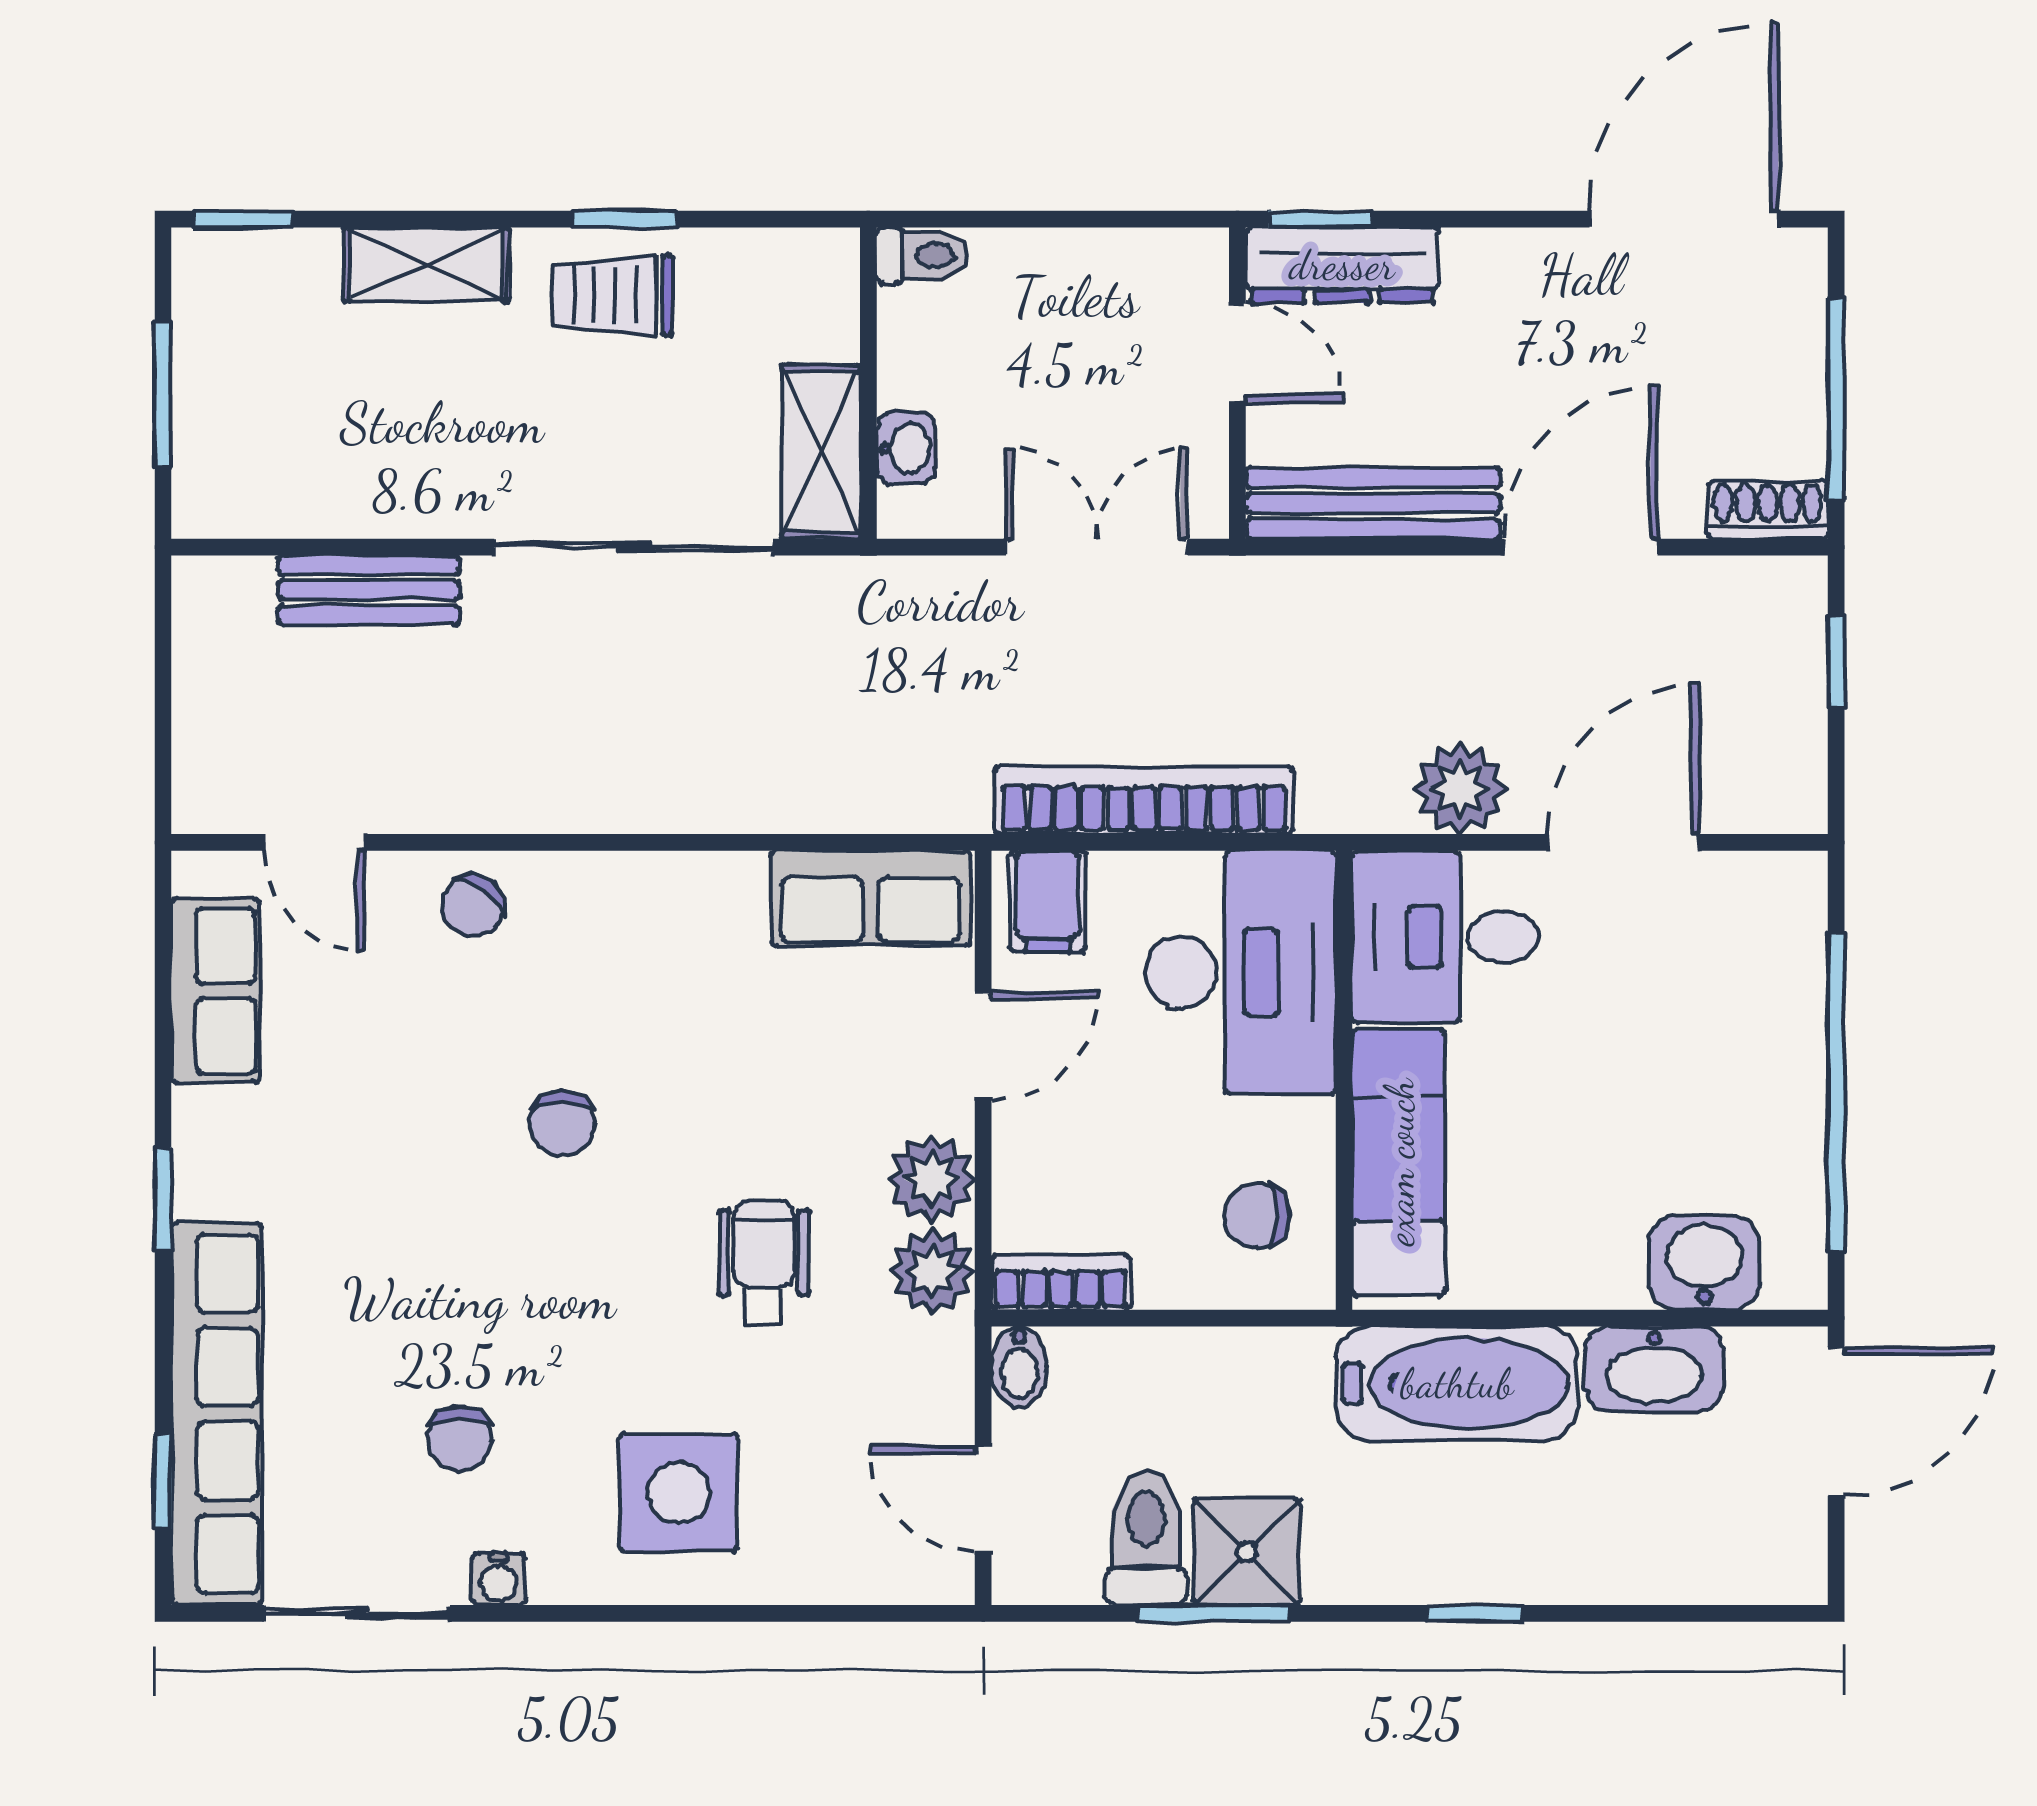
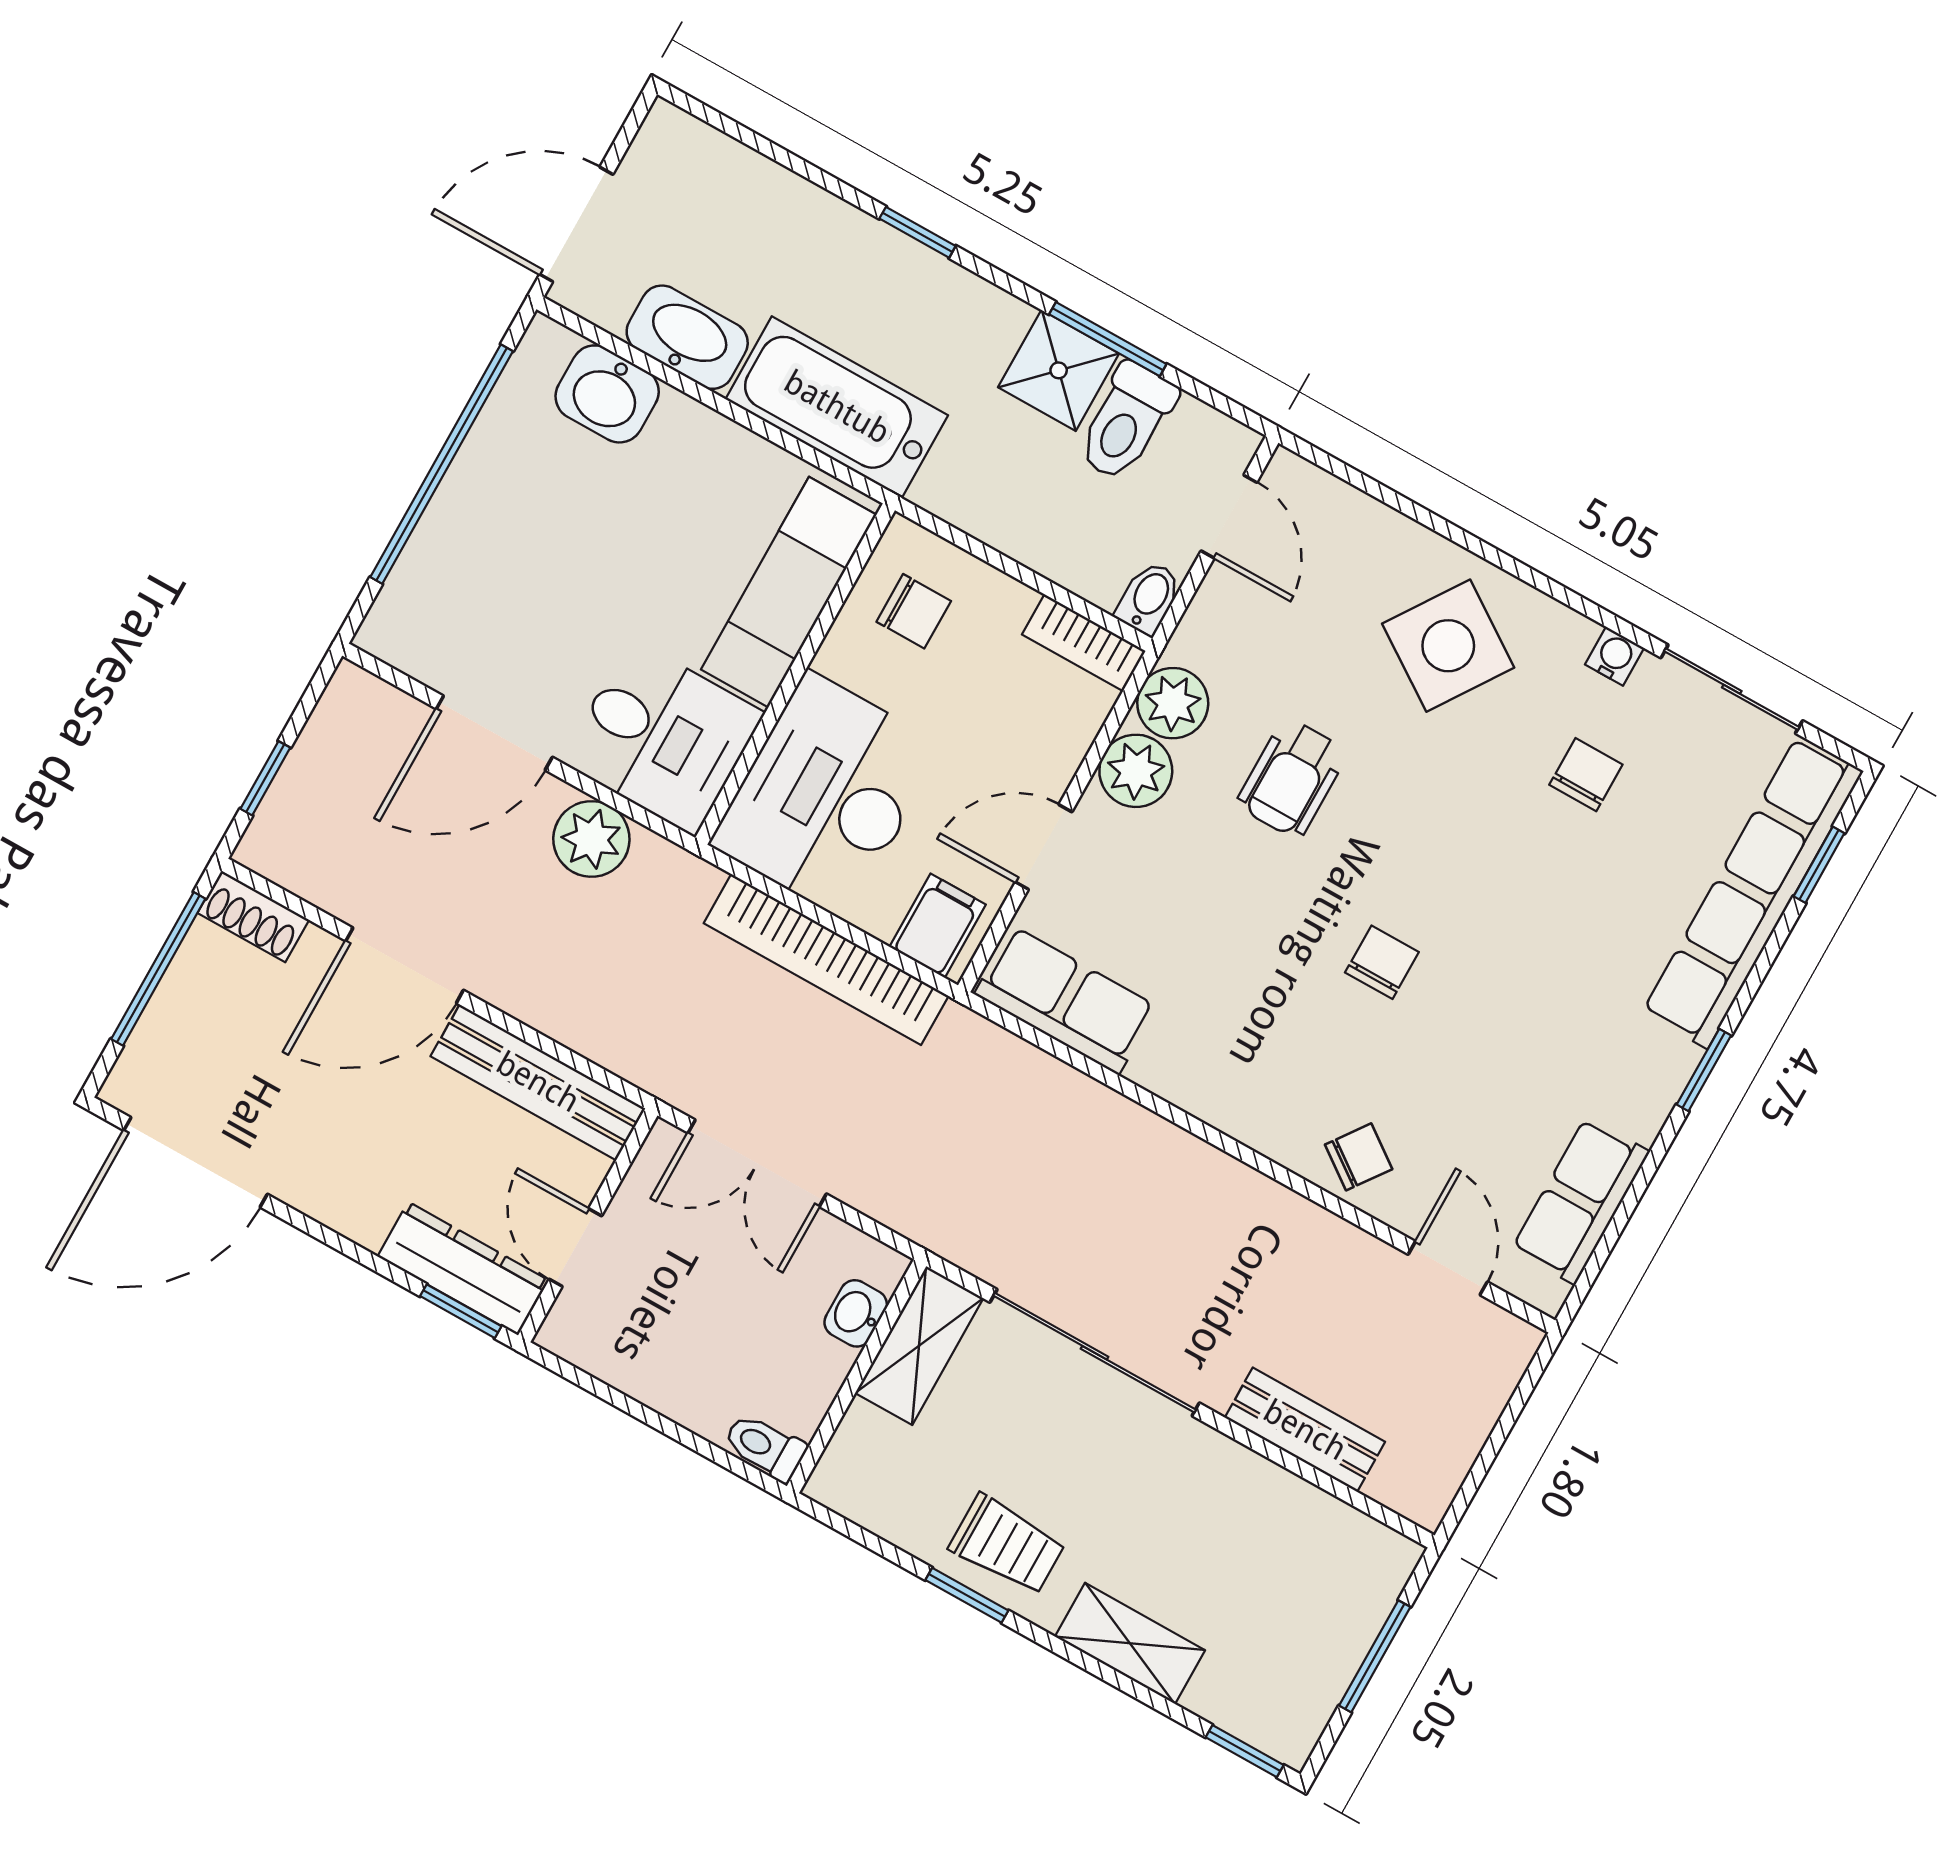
side table: (679, 1493) -> (1448, 646), turned 34

